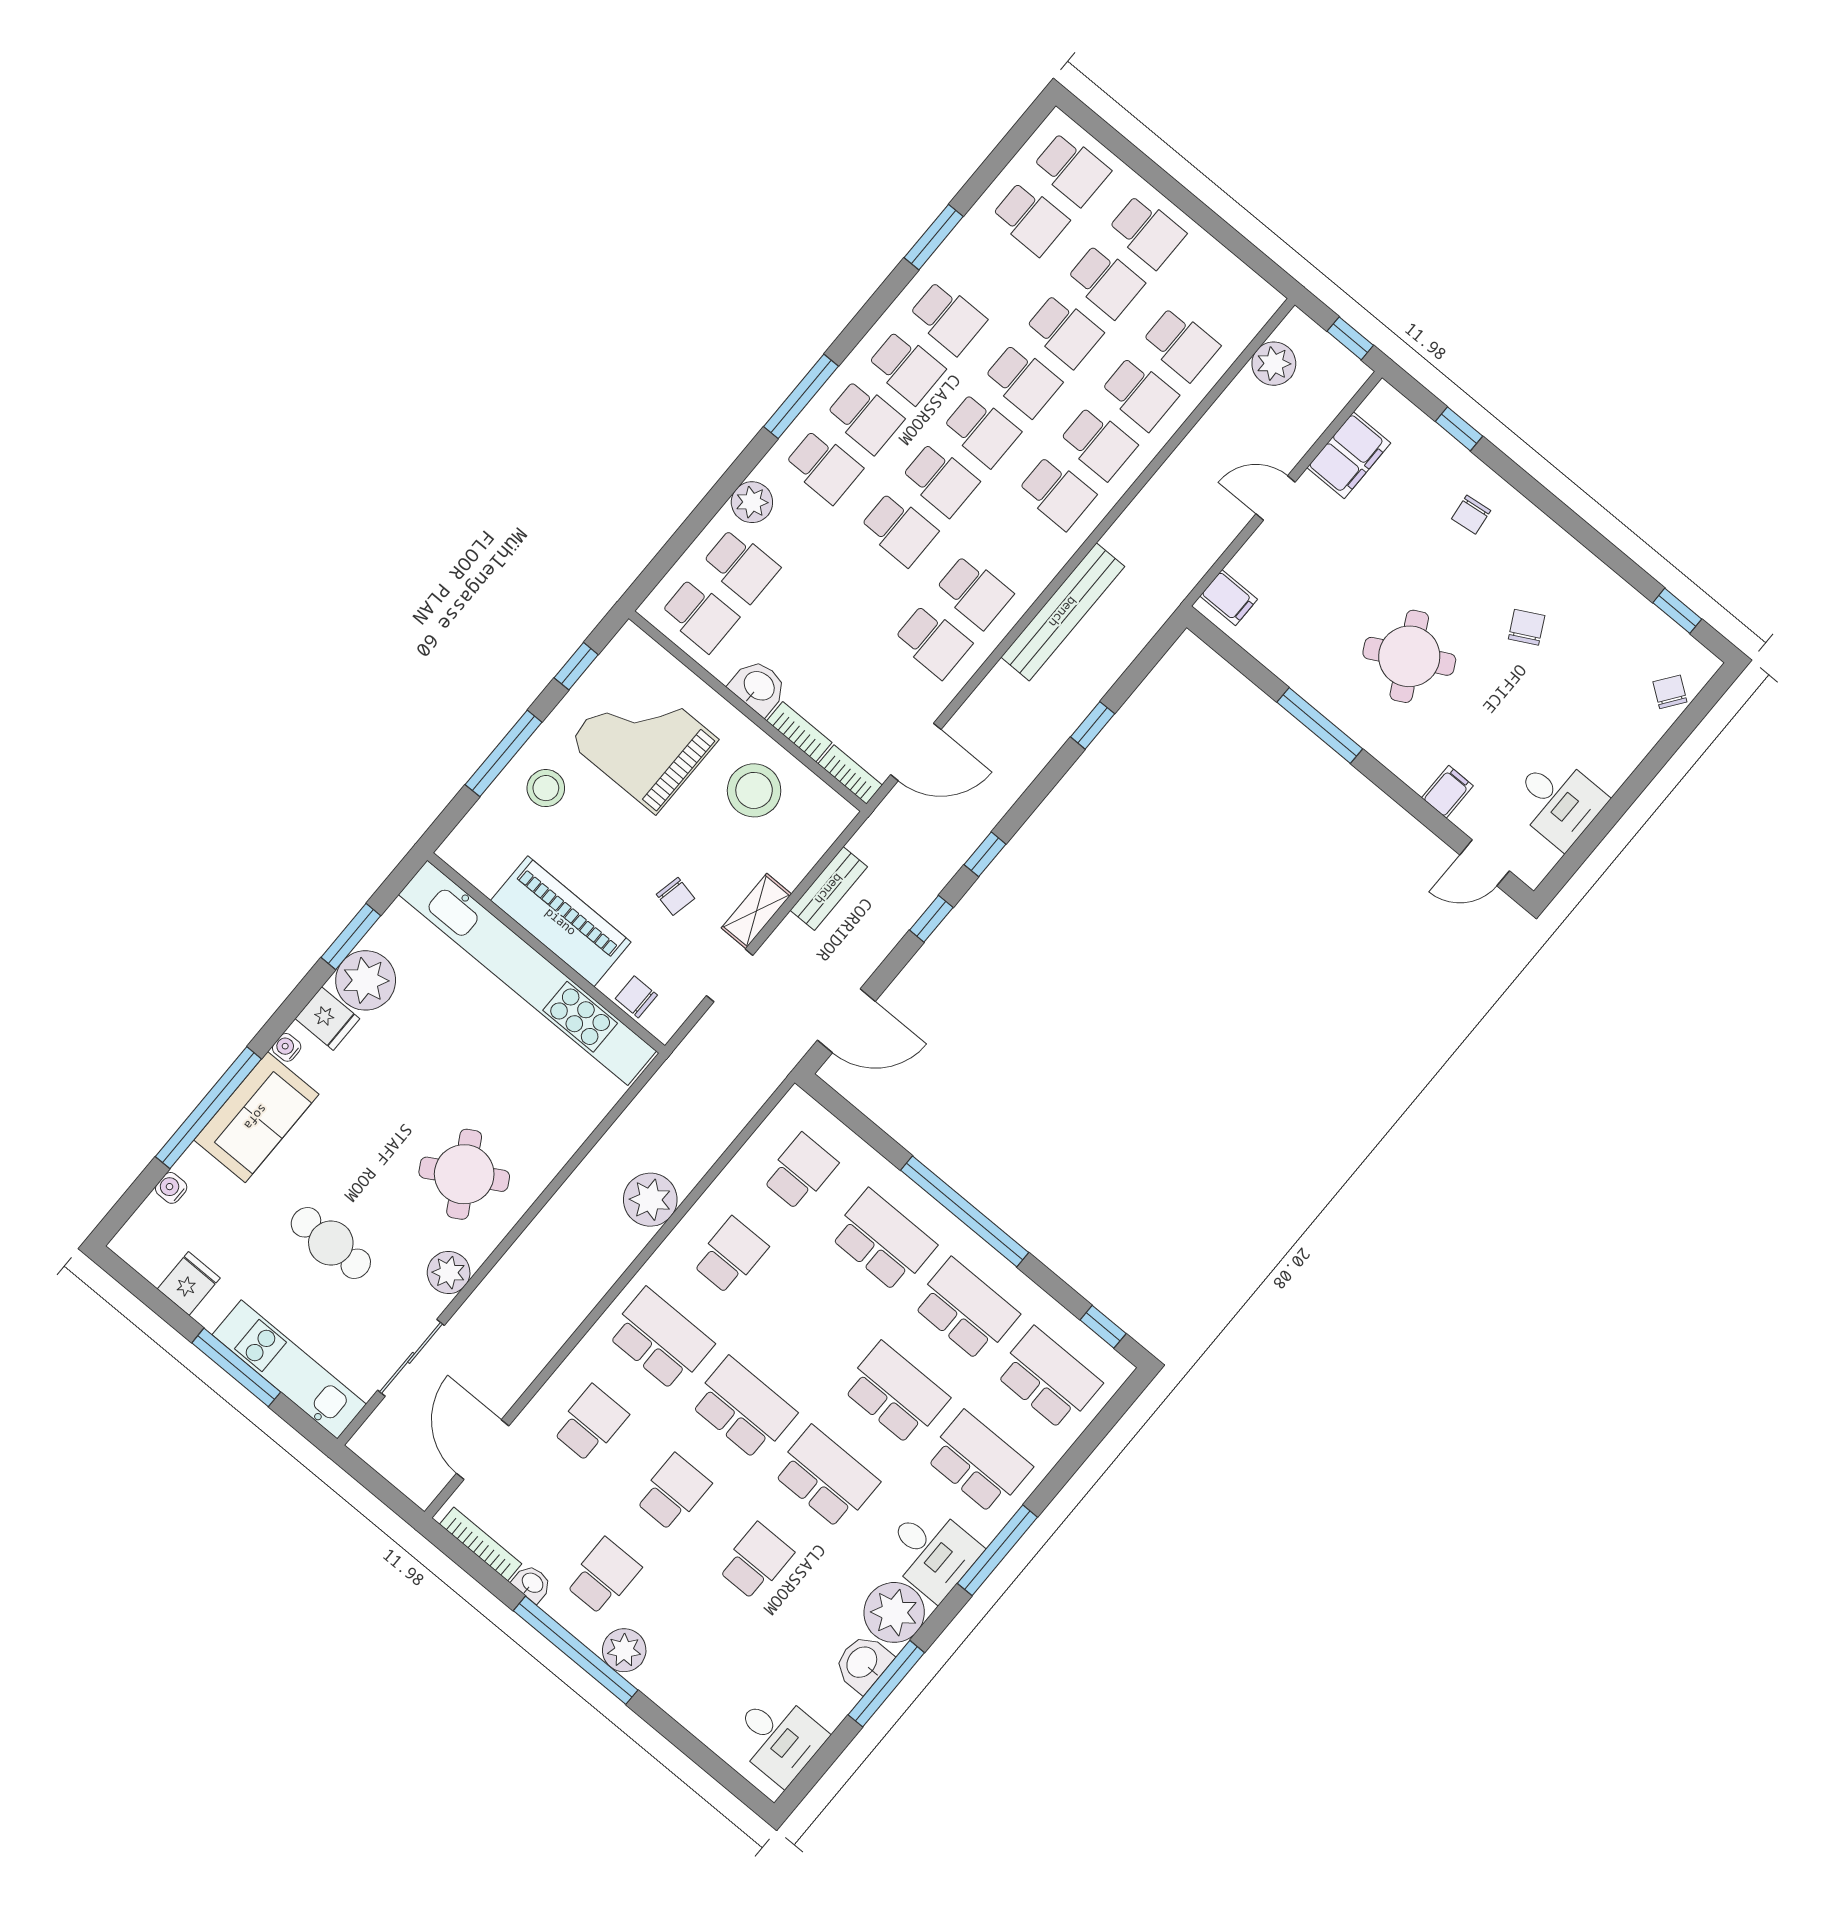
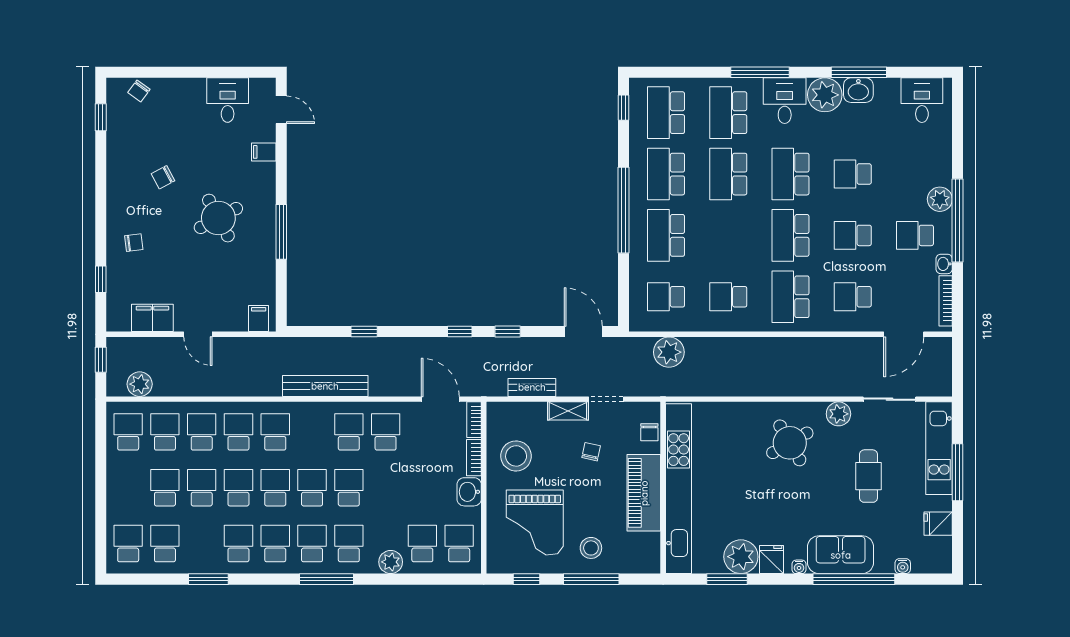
school desk: (1147, 232) -> (128, 432), moved
plant: (650, 1200) -> (669, 352), moved

